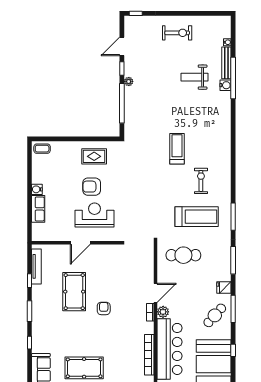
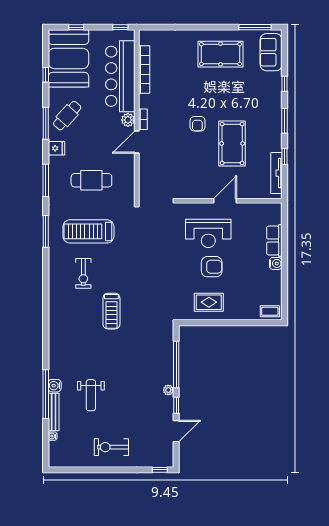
weight bench: (195, 77) -> (91, 395), turned 90
cafe table: (183, 255) -> (91, 180), moved

